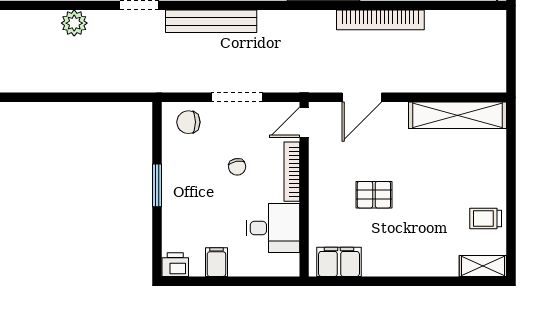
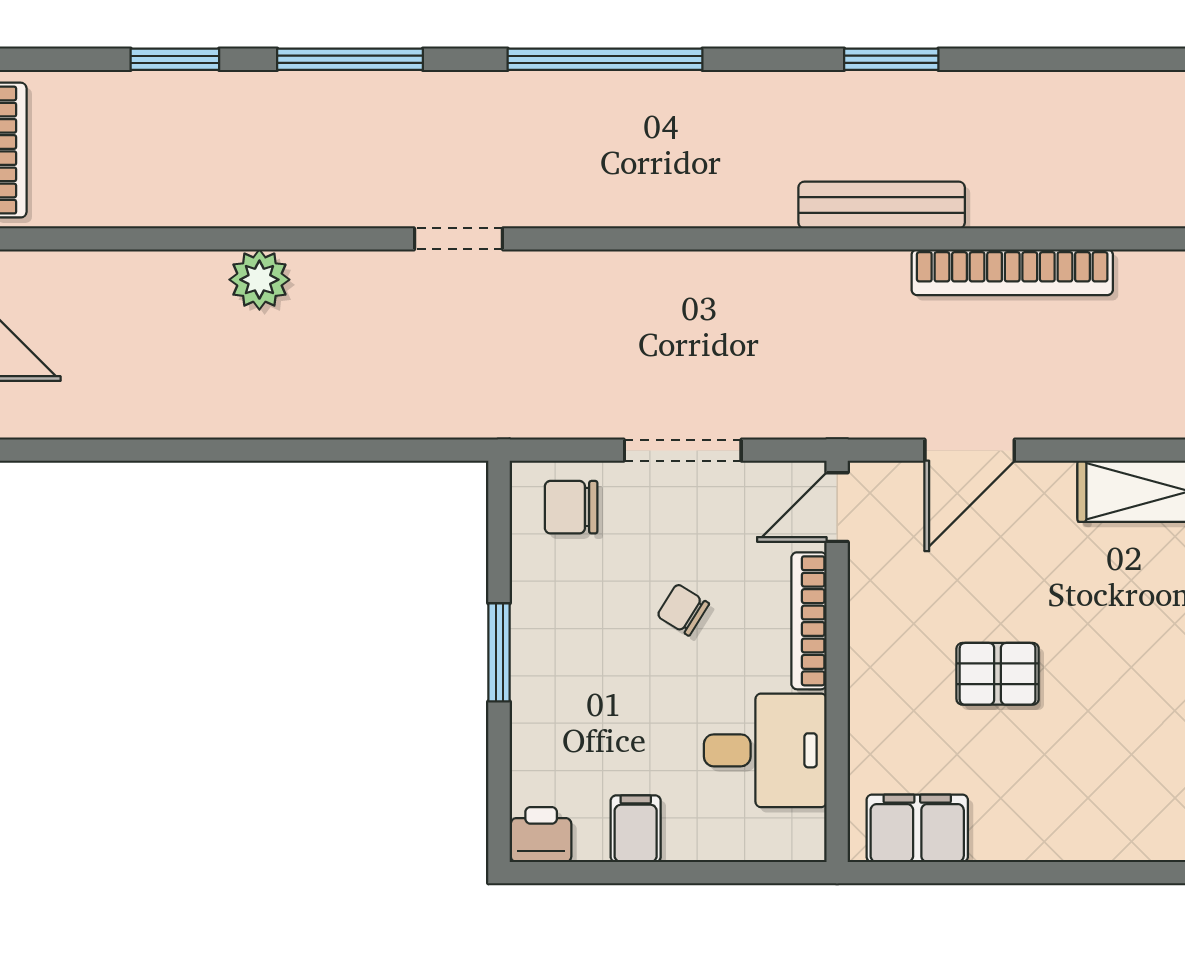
bench: (211, 21) -> (624, 275), removed
plant: (74, 23) -> (259, 280), moved
chair: (237, 167) -> (683, 610), turned 132

